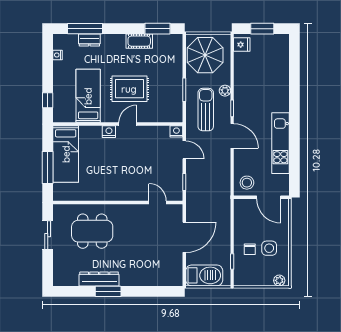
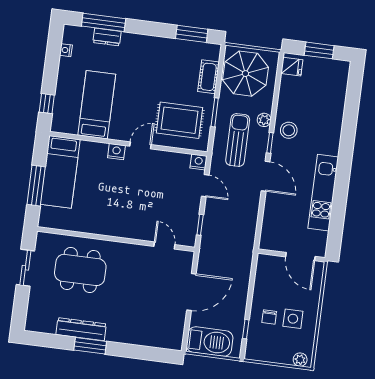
cot: (139, 41) -> (208, 77), moved, turned 90
rug: (129, 89) -> (179, 120), moved
stool: (247, 183) -> (289, 130), moved

